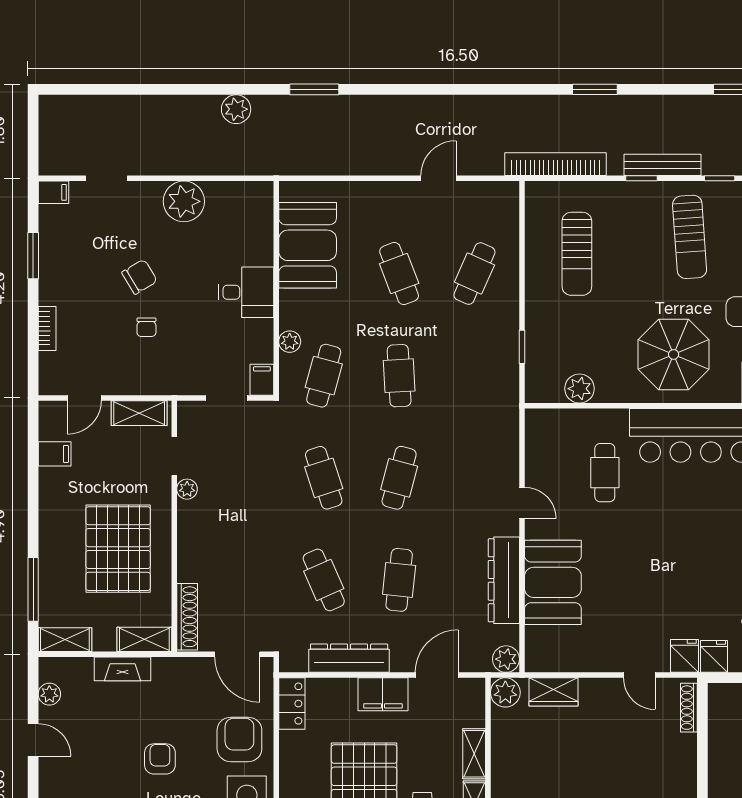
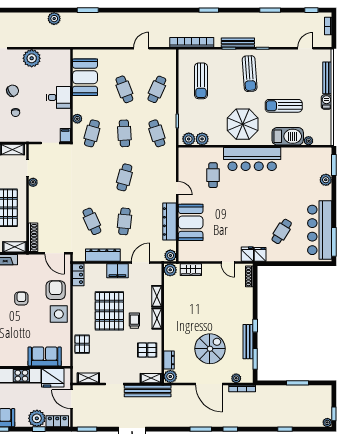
plant: (548, 389) -> (189, 139), added
cafe table: (324, 478) -> (157, 133), moved

